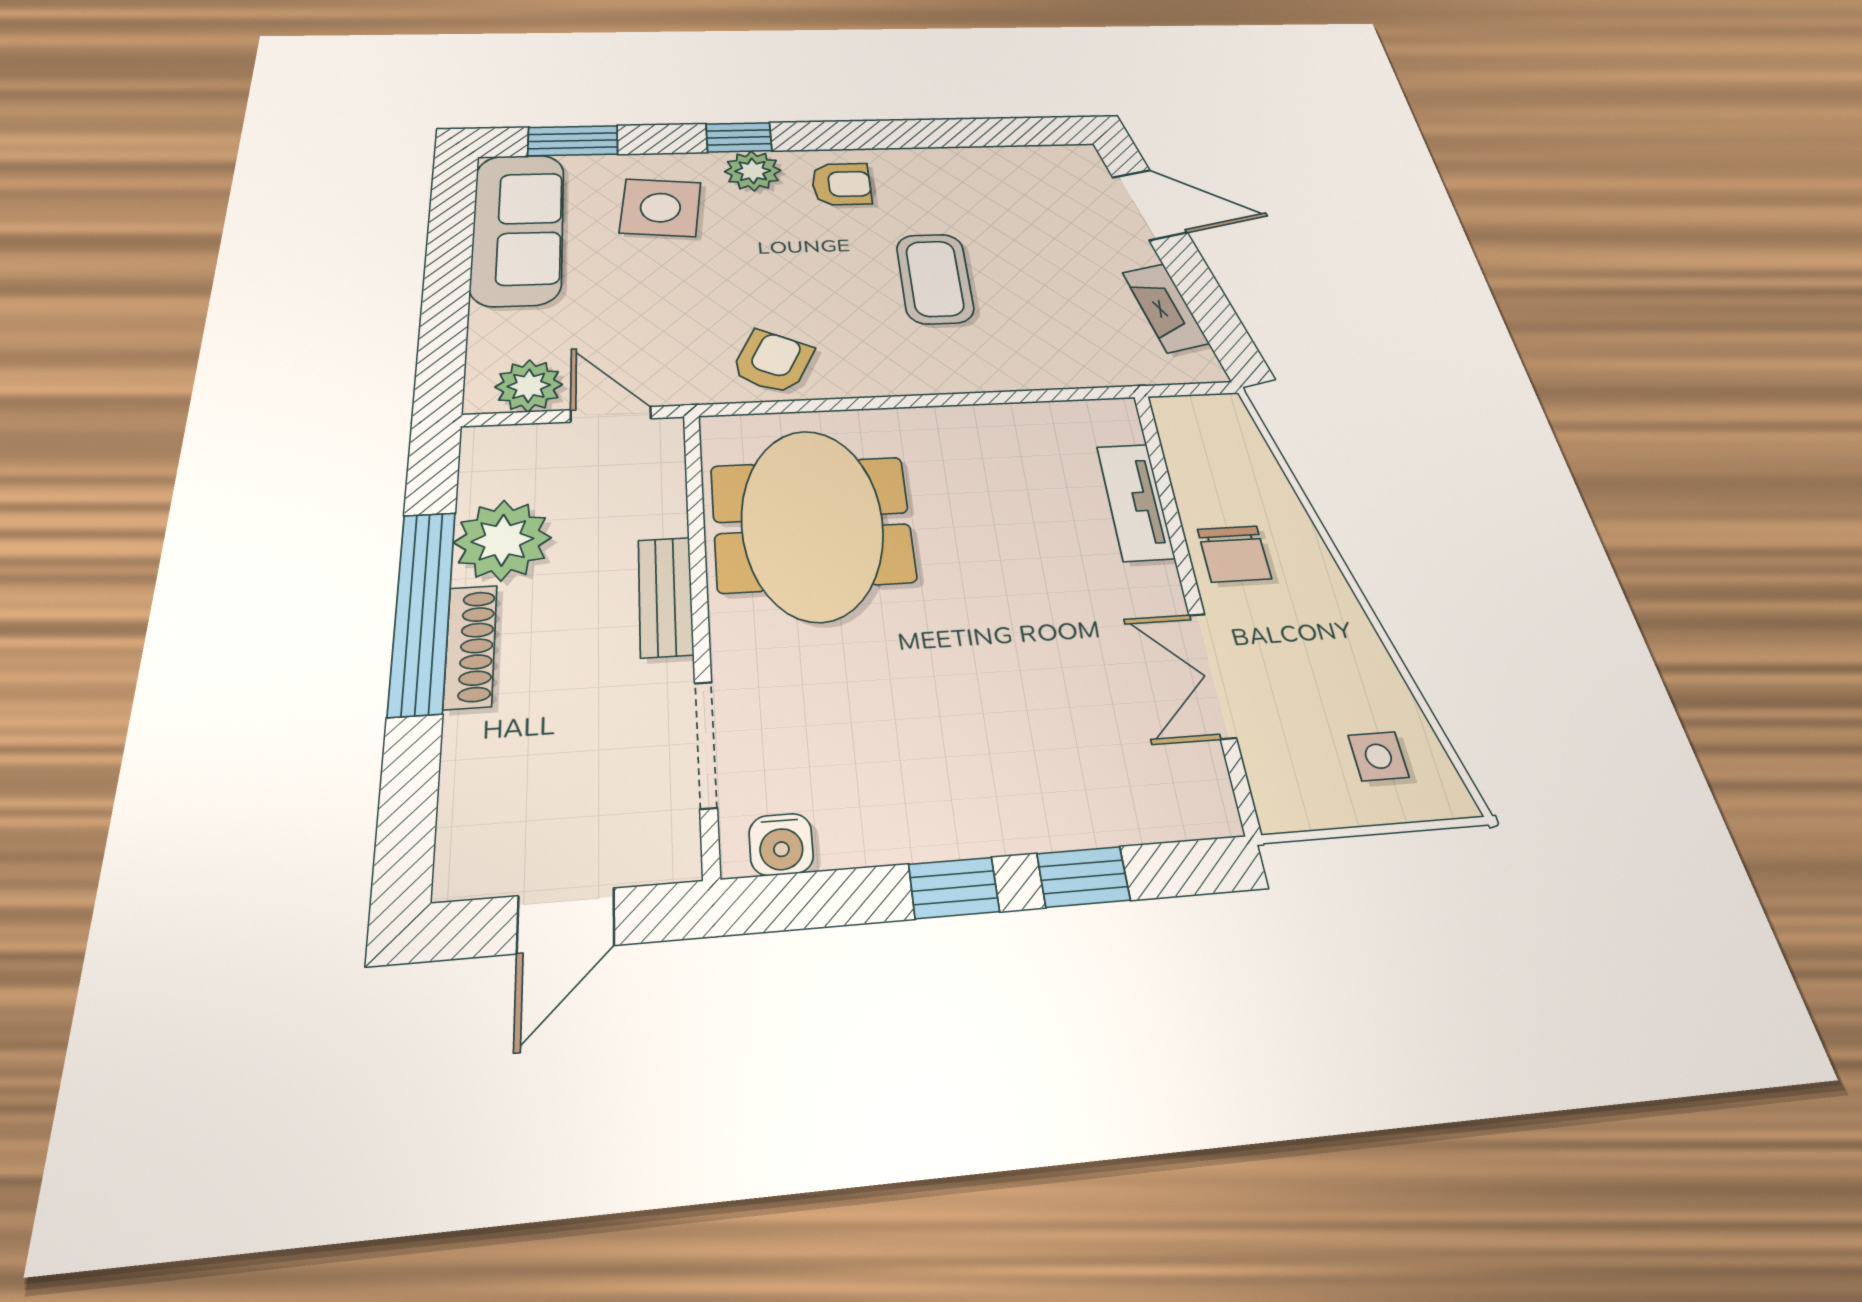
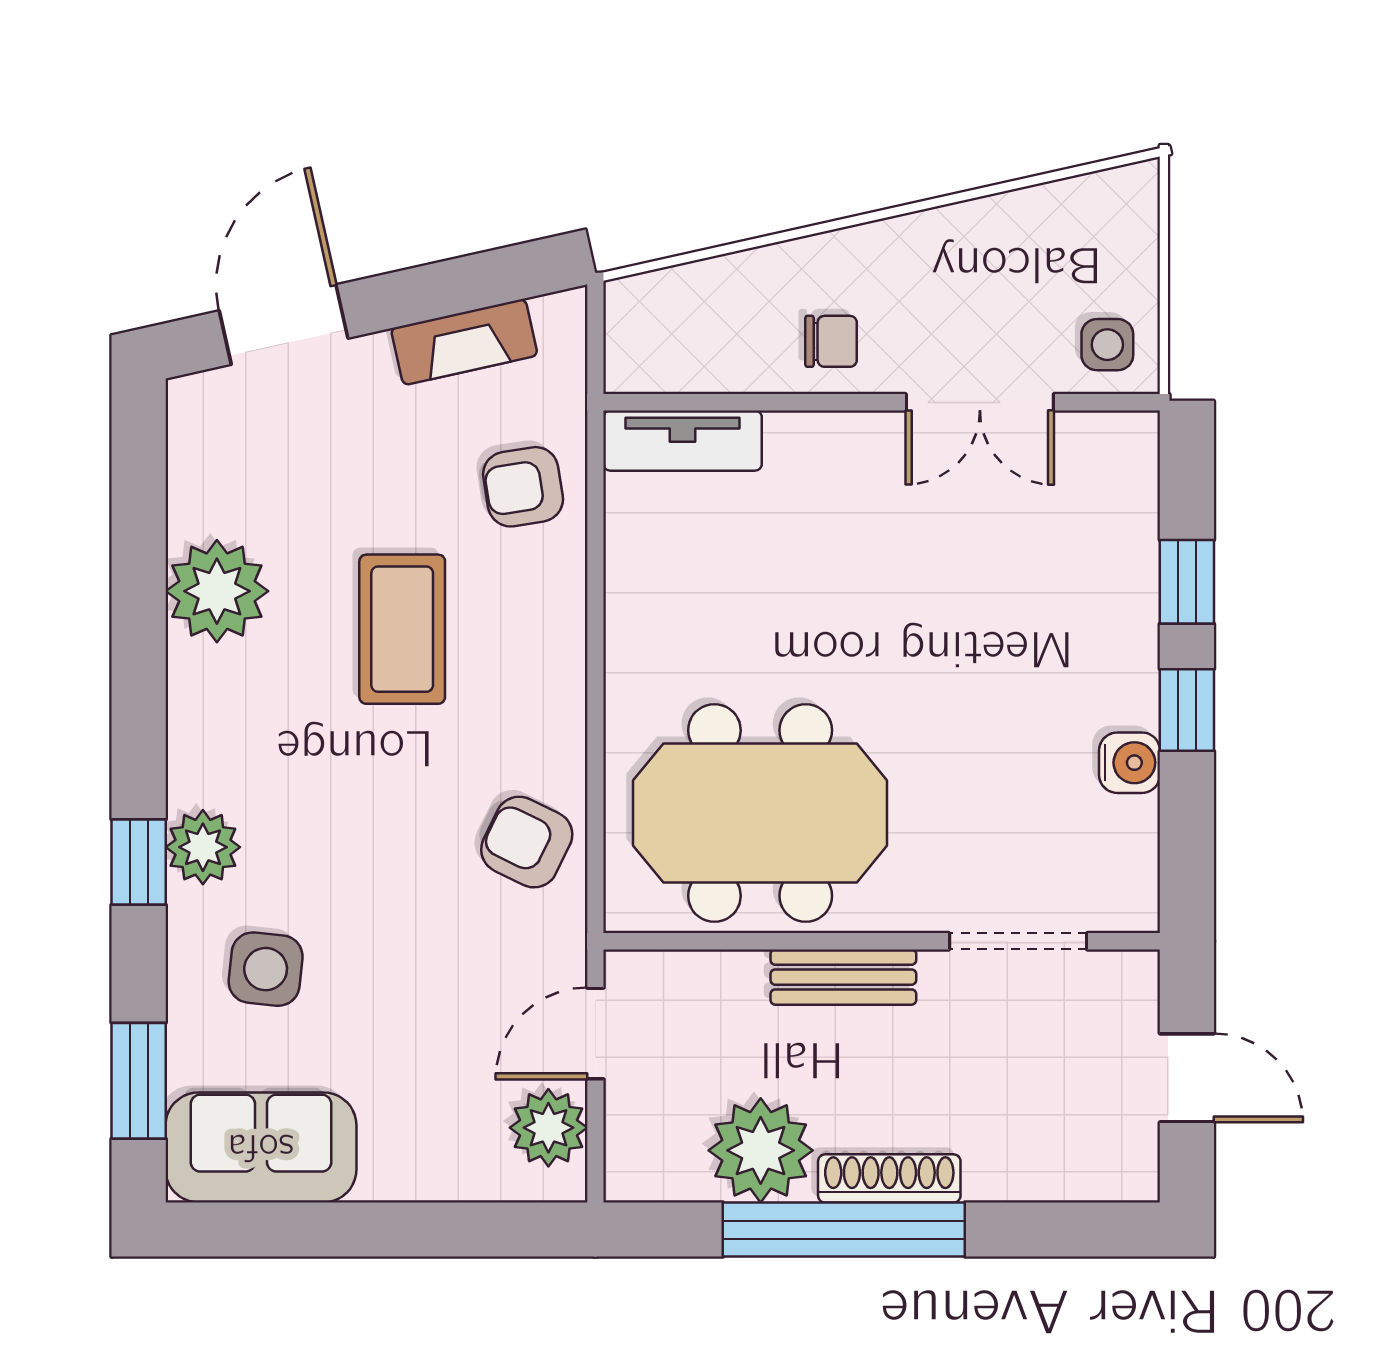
plant: (946, 174) -> (217, 591), added
armchair: (841, 184) -> (523, 487), moved, turned -99
side table: (660, 208) -> (266, 969), width x0.73, depth x0.73
sofa: (518, 228) -> (261, 1147), width x0.73
coffee table: (935, 278) -> (402, 629), turned 90
tv unit: (1135, 502) -> (683, 441), moved
chair: (1234, 554) -> (831, 341), width x0.73, depth x0.73
side table: (1378, 756) -> (1107, 345), moved
water cooler: (781, 844) -> (1130, 763), moved

